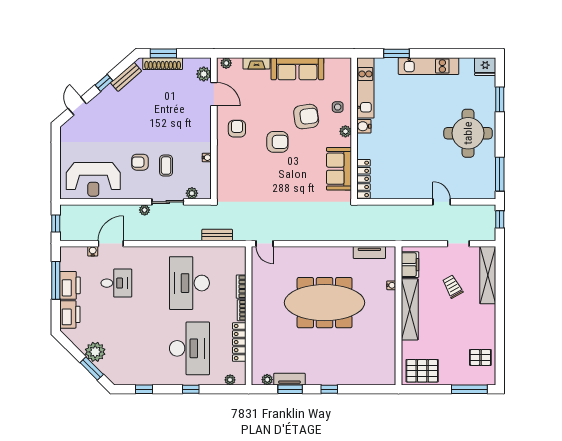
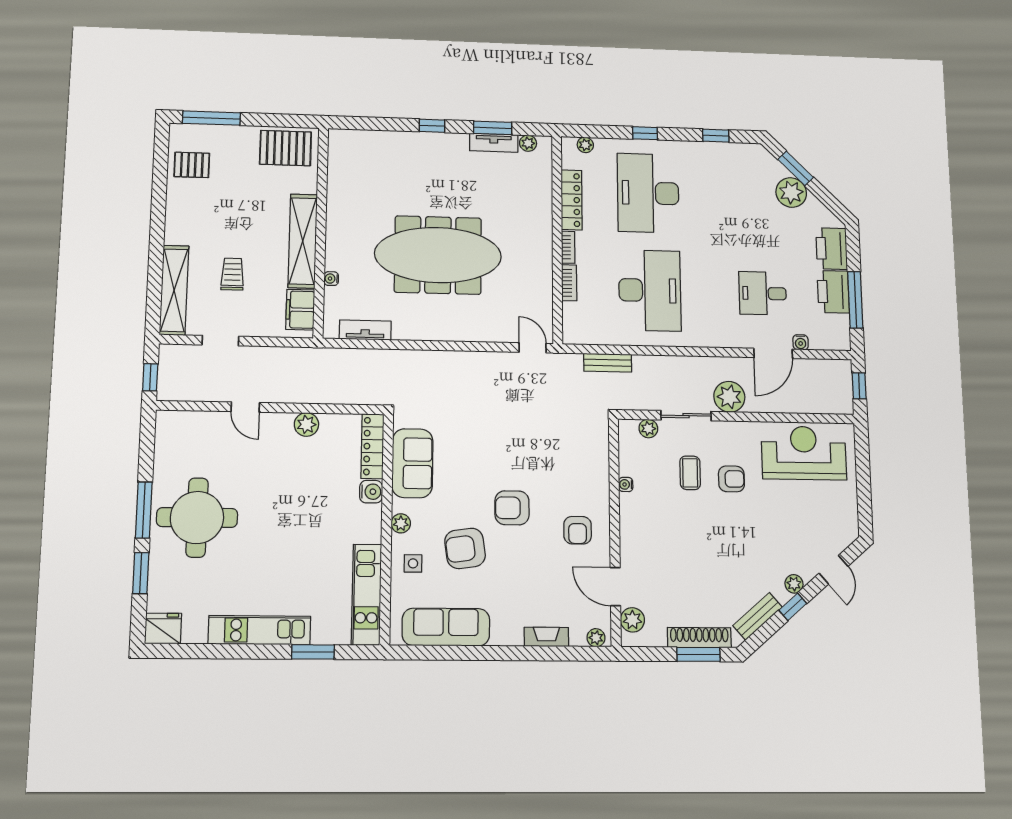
sofa: (297, 69) -> (446, 627), moved
plant: (103, 97) -> (794, 584), added
water cooler: (364, 126) -> (371, 492), moved
window: (500, 174) -> (144, 510), moved
plant: (404, 192) -> (306, 424), added
plant: (145, 210) -> (729, 397), width x1.87, depth x1.87
trolley: (452, 286) -> (232, 274), turned -151

